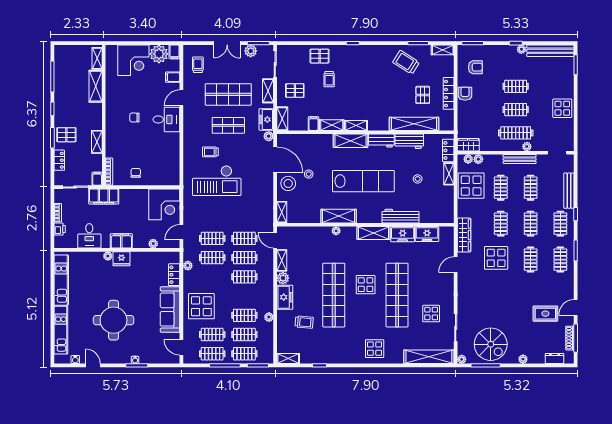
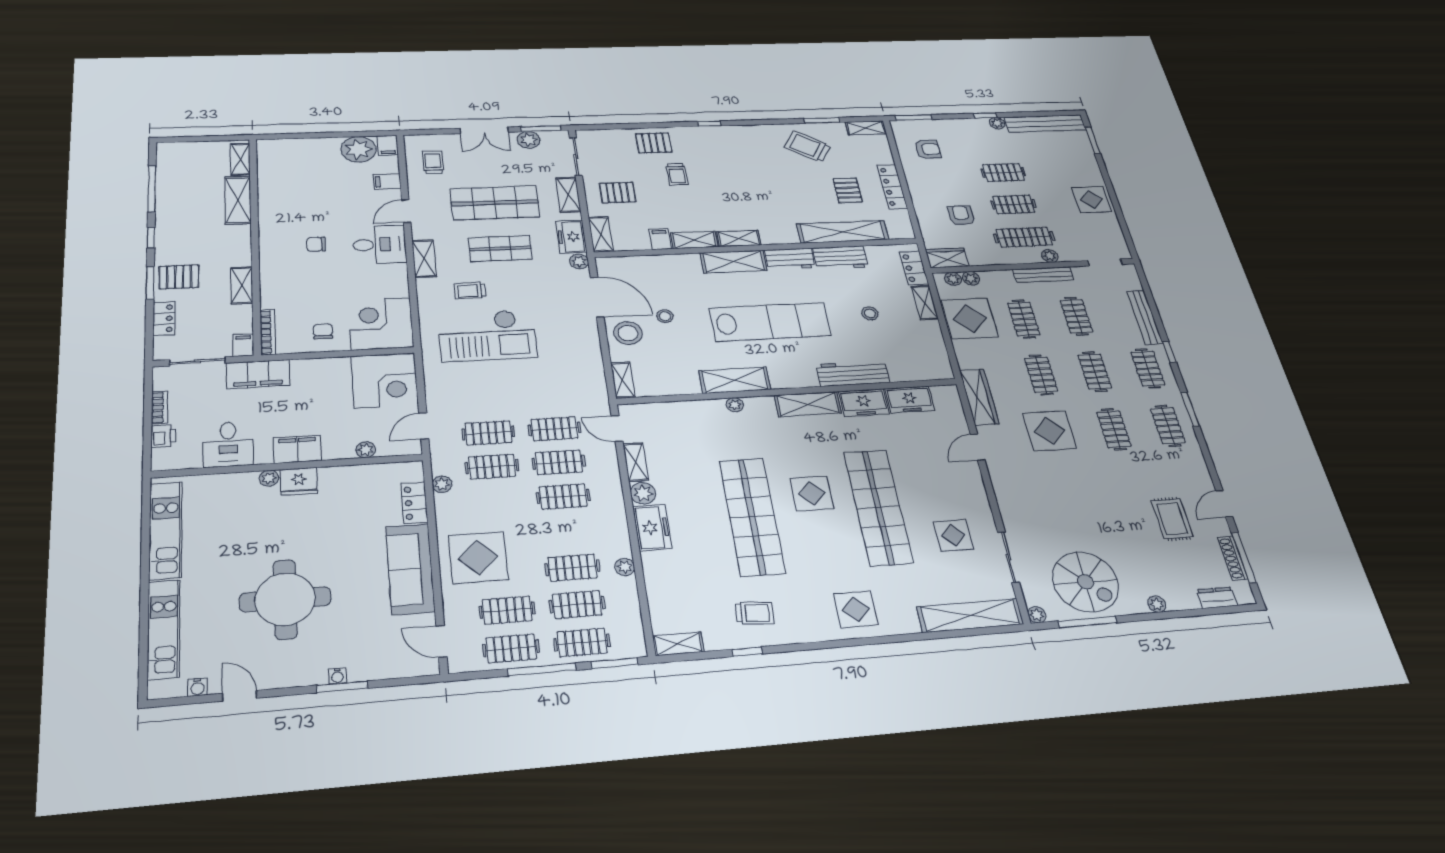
corner desk: (133, 60) -> (381, 324), moved, turned 180
armchair: (465, 94) -> (961, 215), moved
shelving: (189, 130) -> (424, 259), added
rug: (545, 314) -> (1172, 519), turned 90
trolley: (304, 322) -> (755, 613), moved

